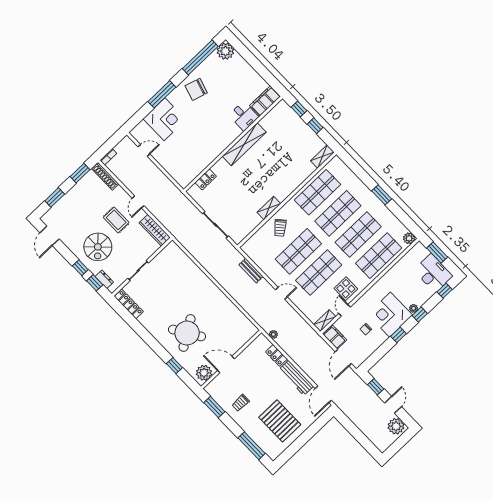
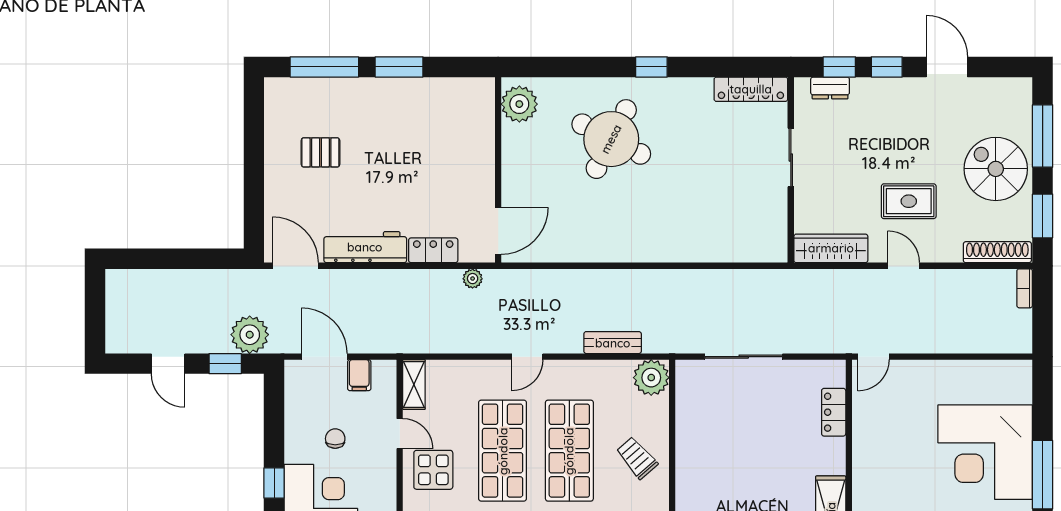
corner desk: (164, 119) -> (985, 452), width x1.36, depth x1.36
door: (144, 150) -> (874, 357), moved
window: (55, 197) -> (1043, 136), width x1.44
shelving: (269, 208) -> (687, 471), removed
door: (50, 236) -> (947, 67), moved
spiral stairs: (98, 247) -> (996, 169), moved
plant: (250, 248) -> (651, 378), added
round table: (187, 333) -> (611, 139), turned -31
filing cabinet: (335, 337) -> (359, 375), width x0.50
door: (226, 365) -> (498, 231), moved
window: (174, 366) -> (651, 67), moved
trolley: (241, 403) -> (412, 117), removed
window: (214, 407) -> (399, 67), moved
pallet: (280, 421) -> (320, 152), width x0.49, depth x0.50
plant: (396, 426) -> (250, 335), moved

